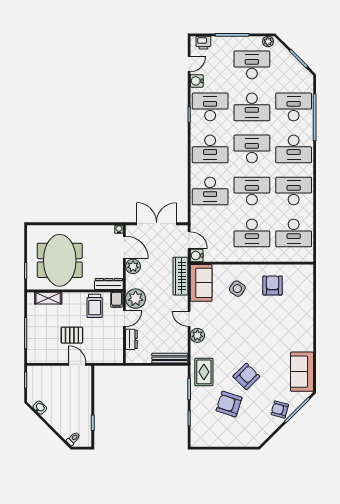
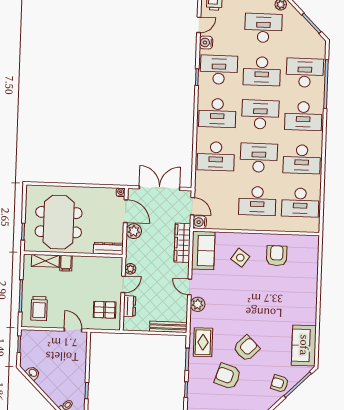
desk: (294, 191) -> (302, 159), turned 180
plant: (136, 299) -> (130, 269), width x0.53, depth x0.53
filing cabinet: (117, 300) -> (66, 263), moved
trolley: (95, 306) -> (39, 308), moved
pallet: (72, 335) -> (105, 310), moved

